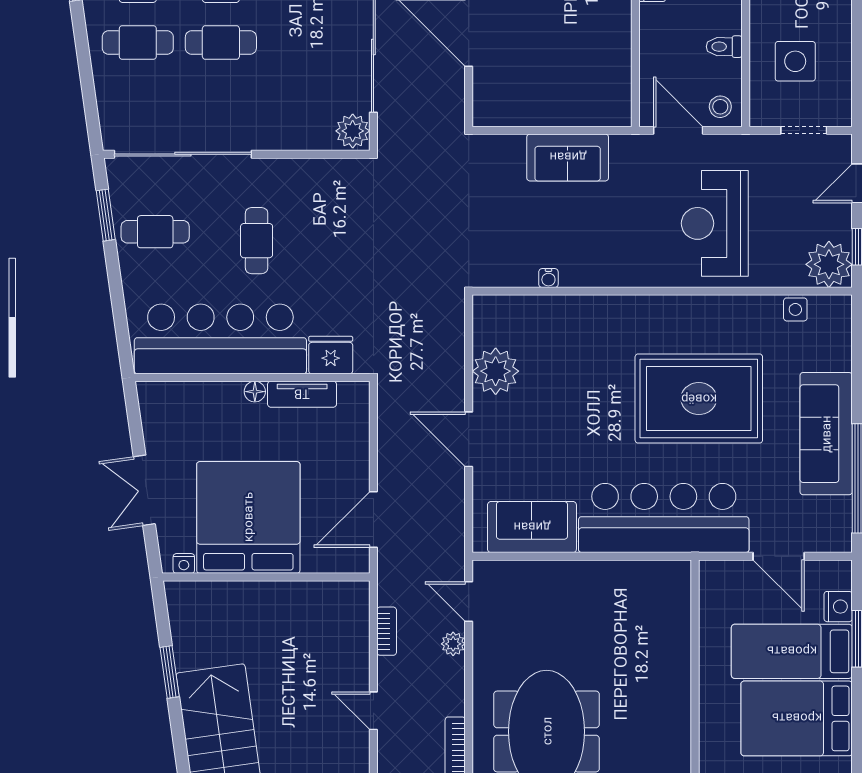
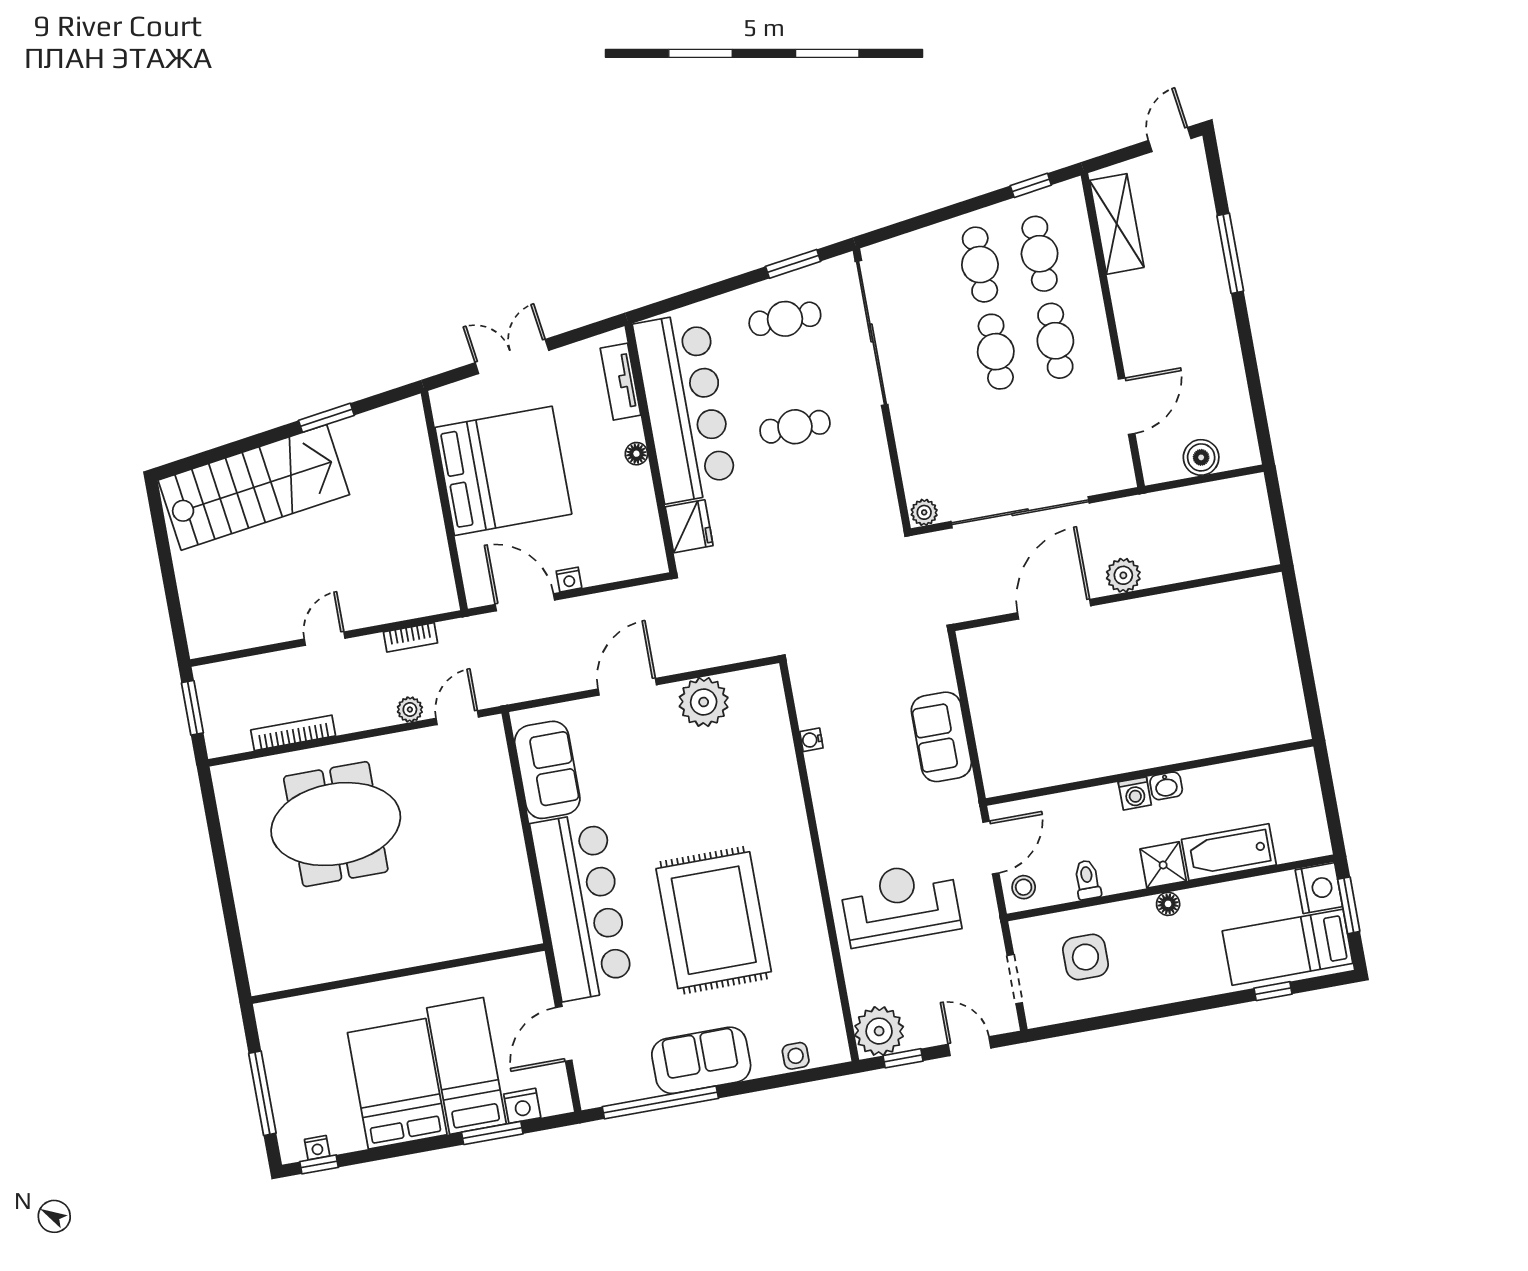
plant: (353, 131) -> (924, 512), width x0.73, depth x0.73
cafe table: (155, 232) -> (785, 319), turned 90
side table: (795, 309) -> (796, 1056), moved
tv unit: (302, 394) -> (621, 382), moved
sofa: (826, 434) -> (701, 1060), width x0.73
nightstand: (184, 563) -> (569, 580), moved, turned -90

